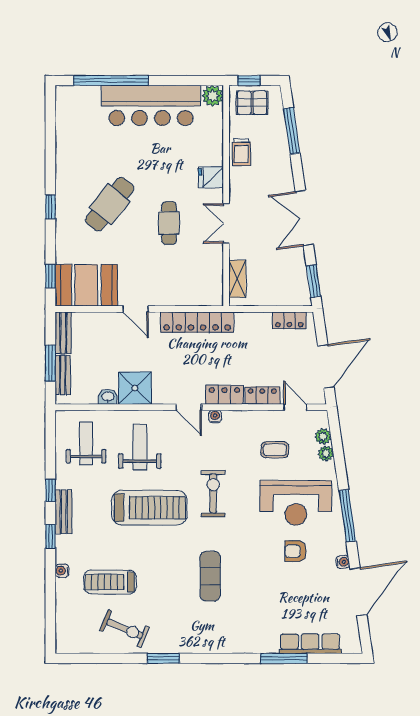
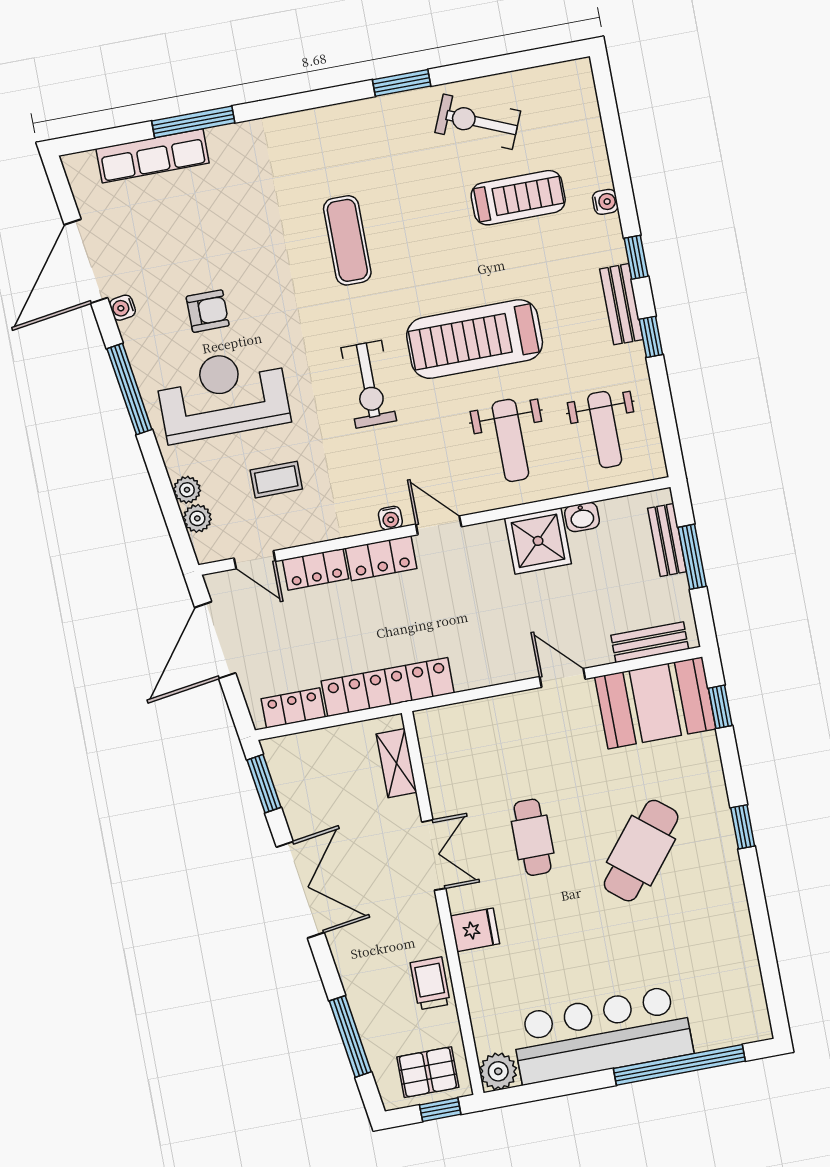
locker: (197, 322) -> (388, 687), moved
bench: (63, 333) -> (650, 642), moved, turned 90

